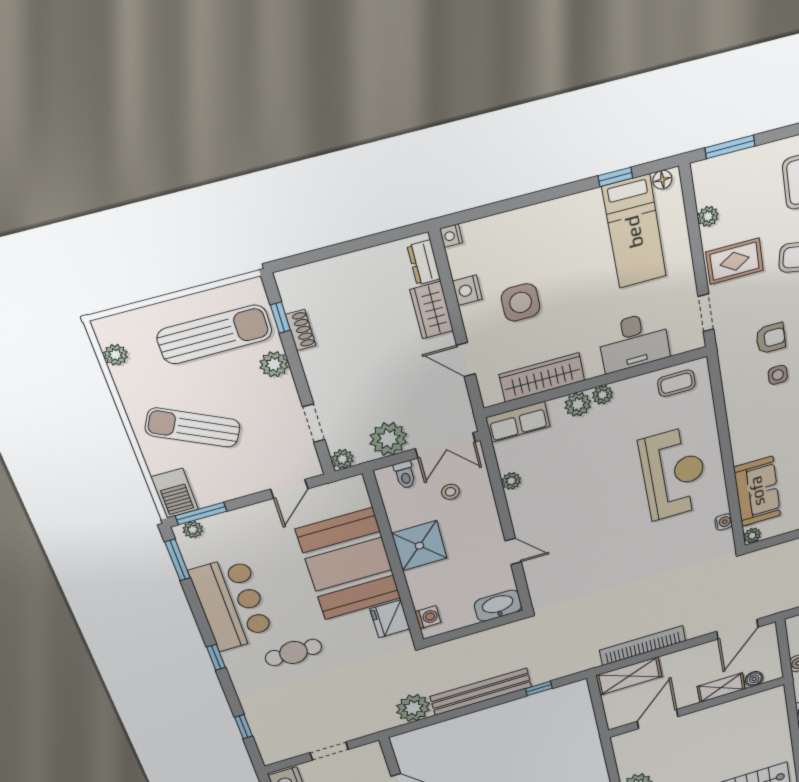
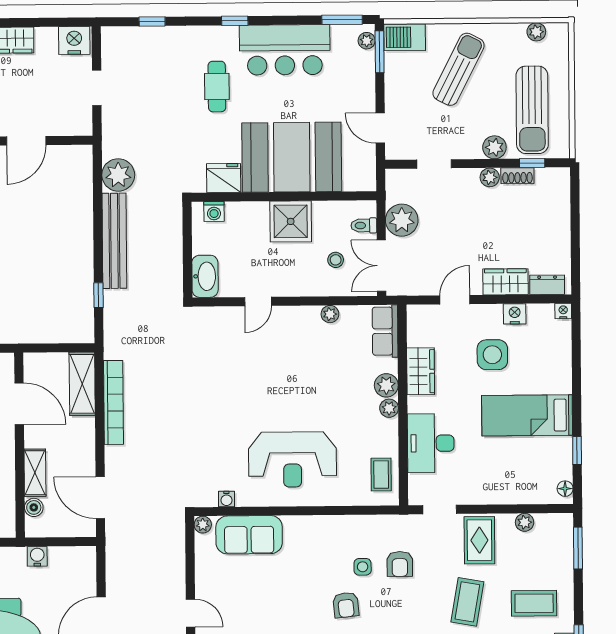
bed: (634, 232) -> (527, 415), moved
wardrobe: (542, 377) -> (421, 371), width x0.67
plant: (342, 459) -> (490, 177), moved

